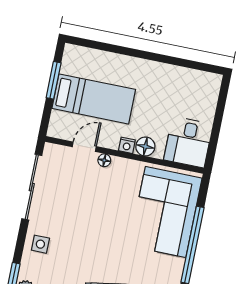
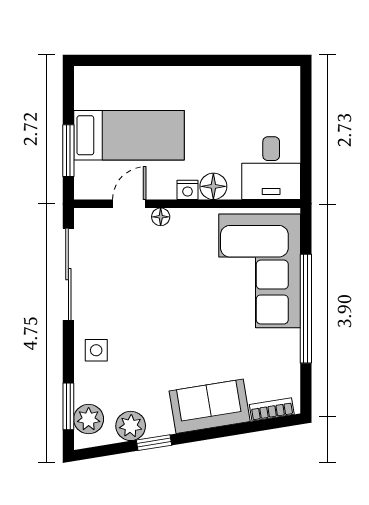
window: (54, 80) -> (68, 151), moved

